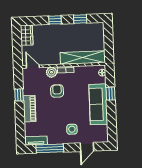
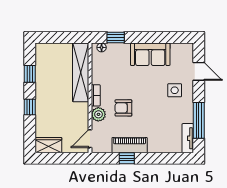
window: (111, 94) -> (116, 38), moved
sofa: (98, 104) -> (150, 54), width x0.73
piano: (30, 109) -> (130, 145), moved

